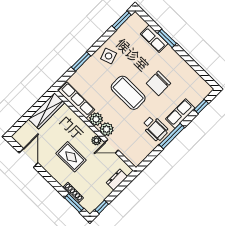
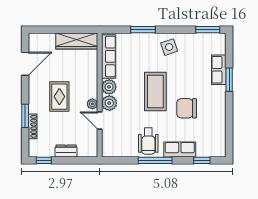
dresser: (117, 180) -> (66, 151), moved
window: (74, 203) -> (25, 116), moved

